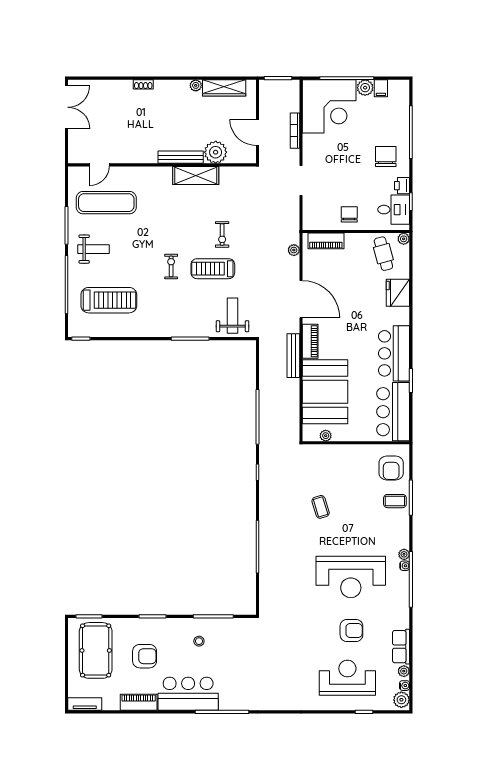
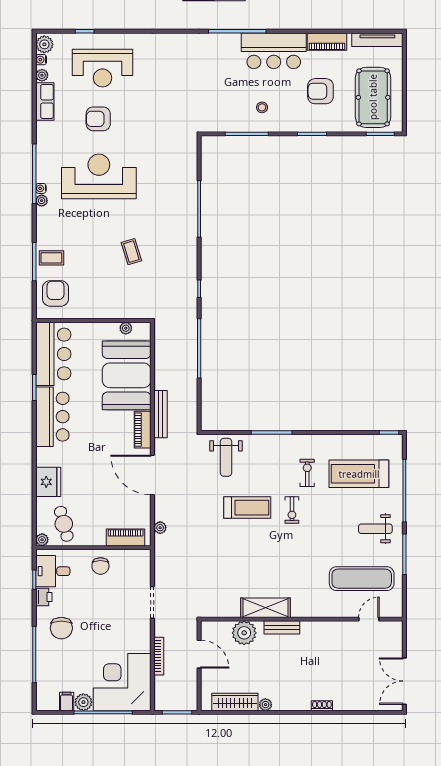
bench: (181, 157) -> (282, 627), width x0.73
exercise bike: (222, 235) -> (307, 473), moved
tv unit: (85, 704) -> (377, 40), width x1.41

